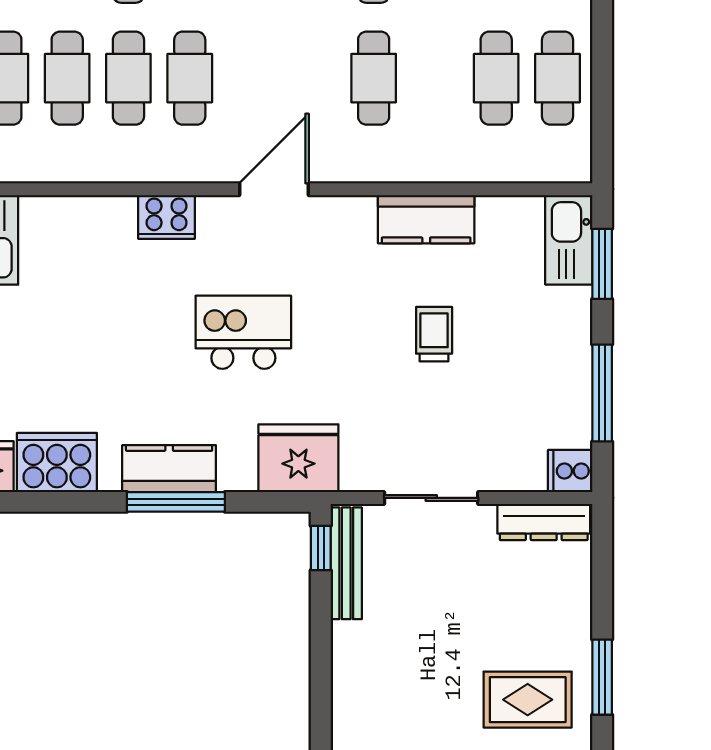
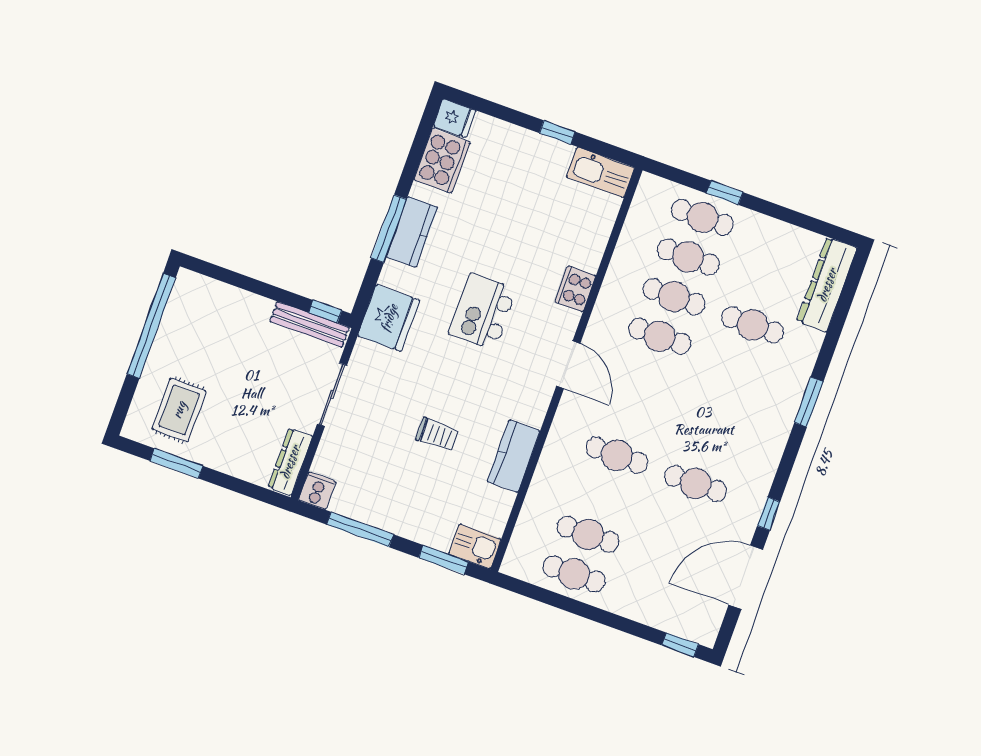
kitchen sink: (569, 240) -> (475, 546), width x0.73
kitchen island: (243, 332) -> (483, 312), turned 180

